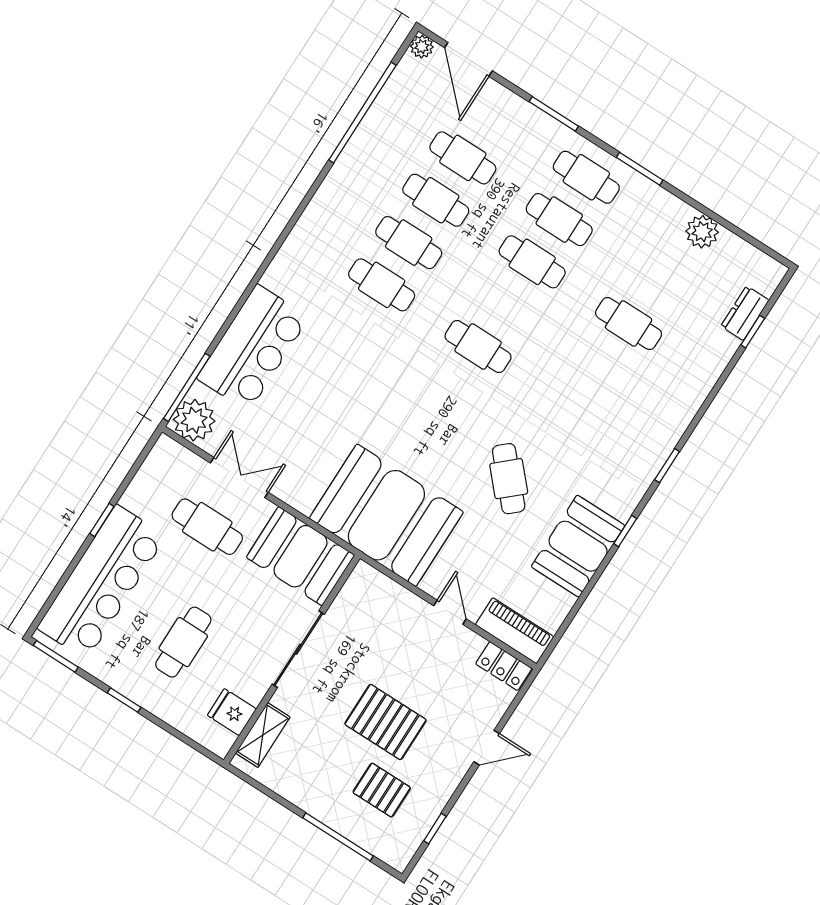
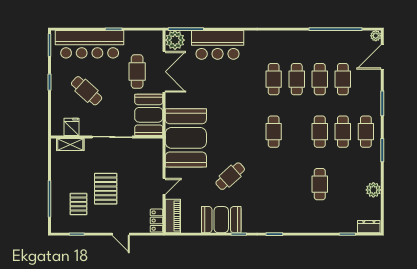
dresser: (745, 313) -> (369, 227), moved
double door: (239, 478) -> (164, 72), width x1.37
cafe table: (183, 642) -> (87, 91), turned 42

